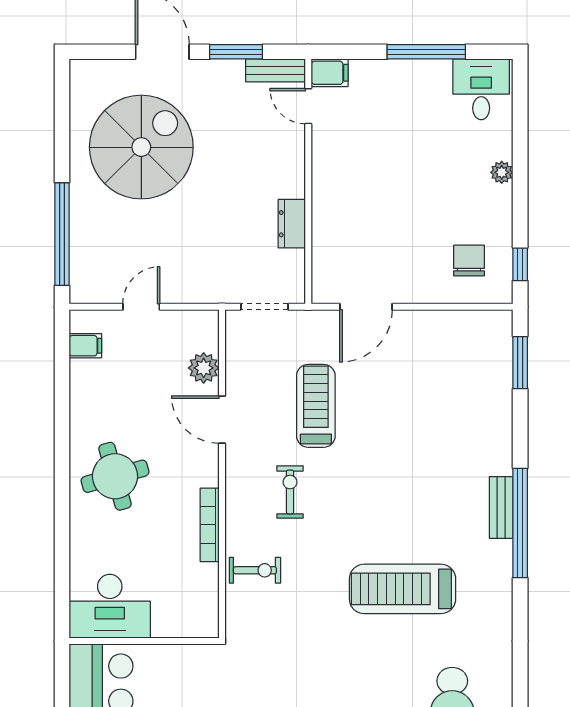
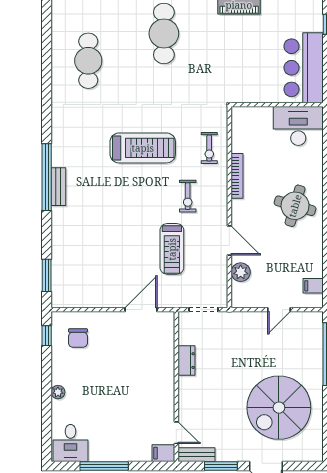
round table: (115, 476) -> (295, 206), turned 32
exercise bike: (255, 570) -> (209, 148), turned -90
treadmill: (403, 589) -> (143, 148), moved

